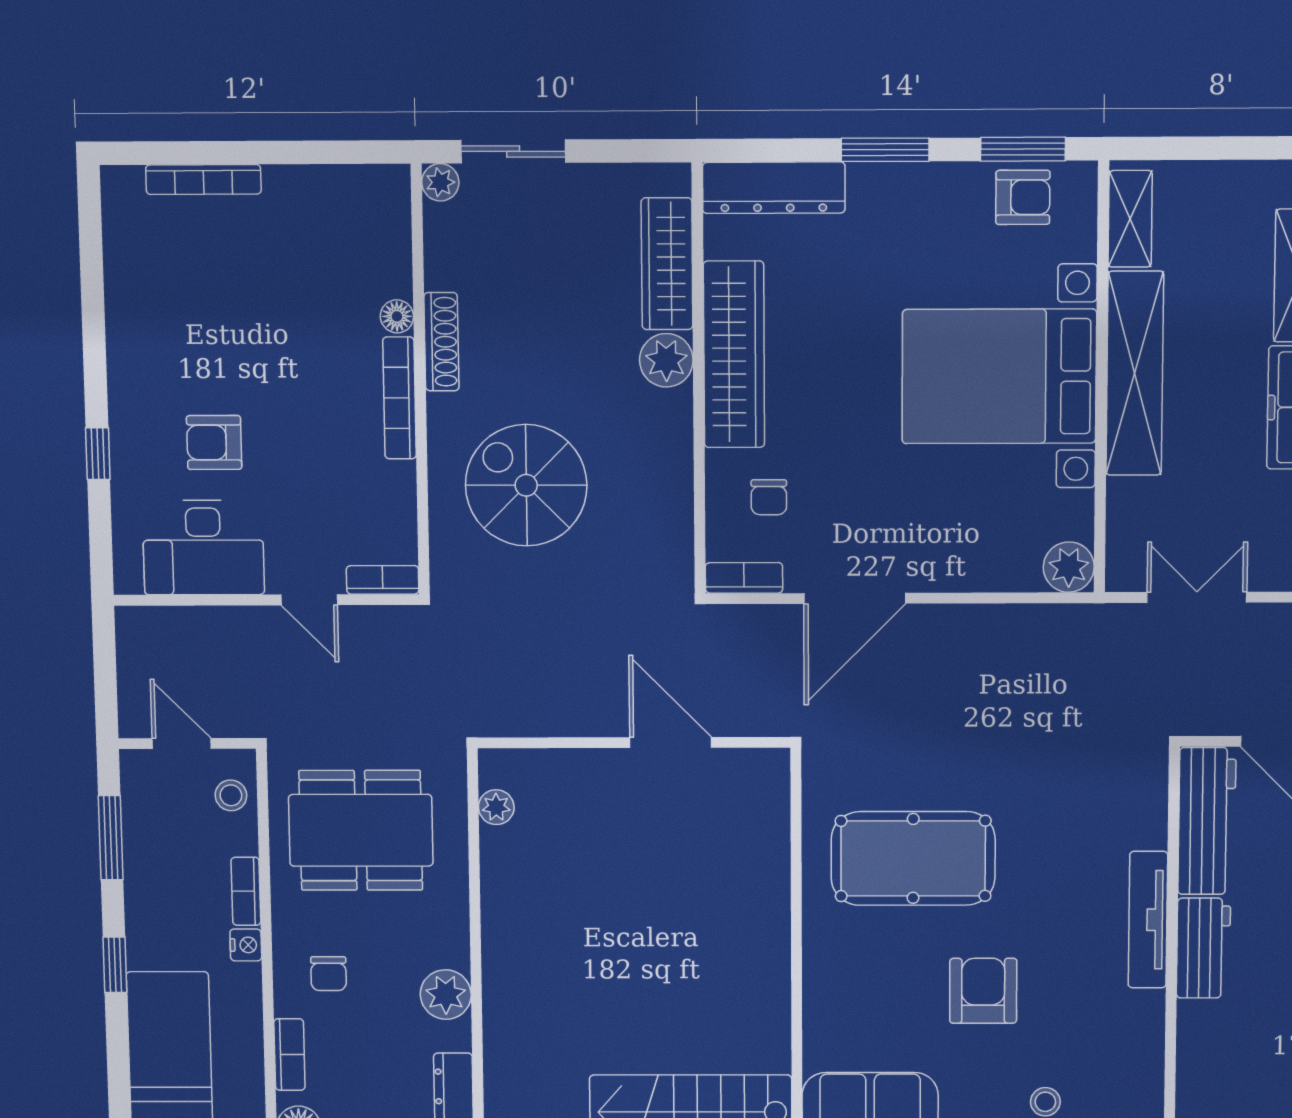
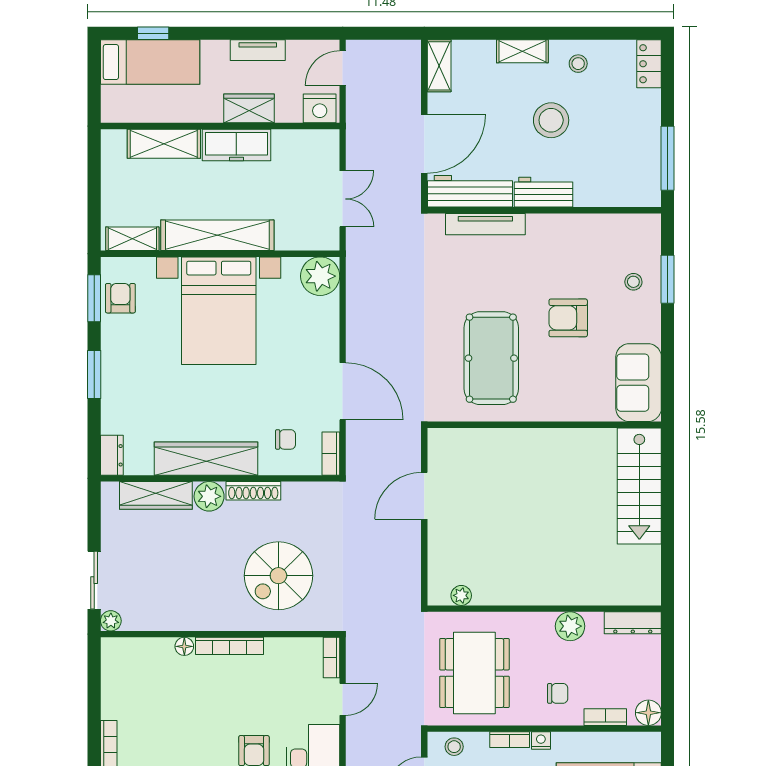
dresser: (774, 188) -> (112, 455), width x0.51, depth x0.80
shoe rack: (441, 342) -> (253, 491), moved, turned 180
plant: (1069, 567) -> (320, 276), width x1.36, depth x1.36
double door: (1197, 597) -> (343, 199), swing flipped
tv unit: (1148, 920) -> (485, 224), moved

